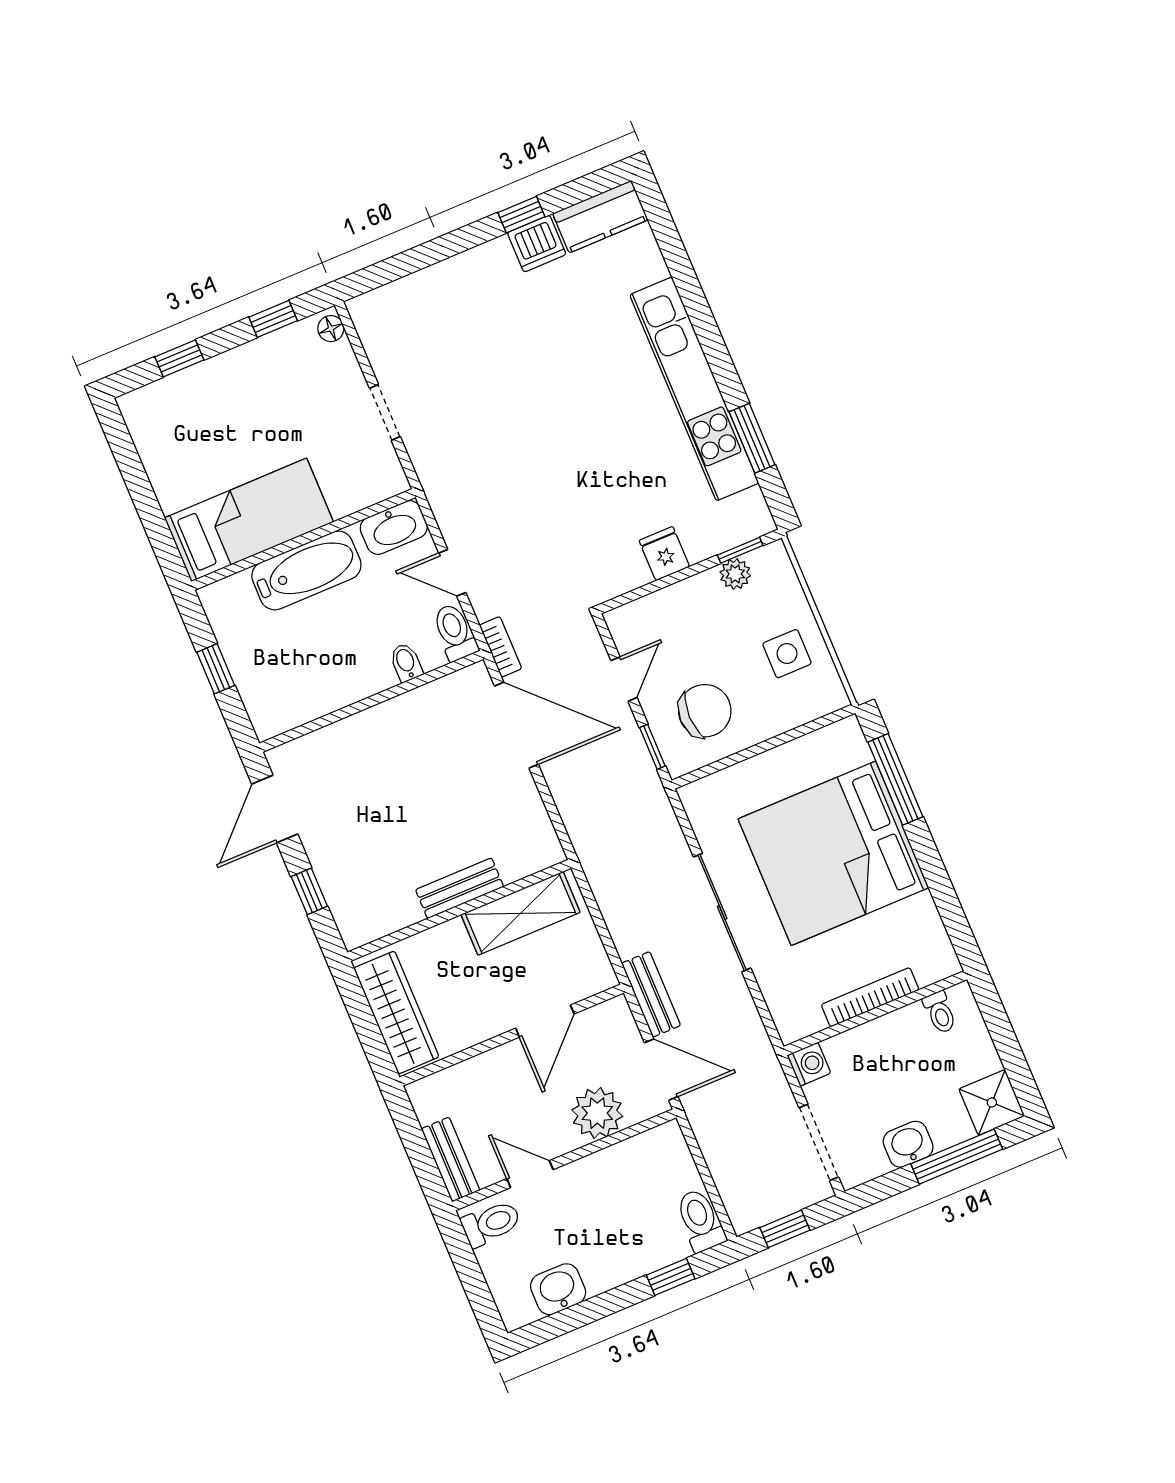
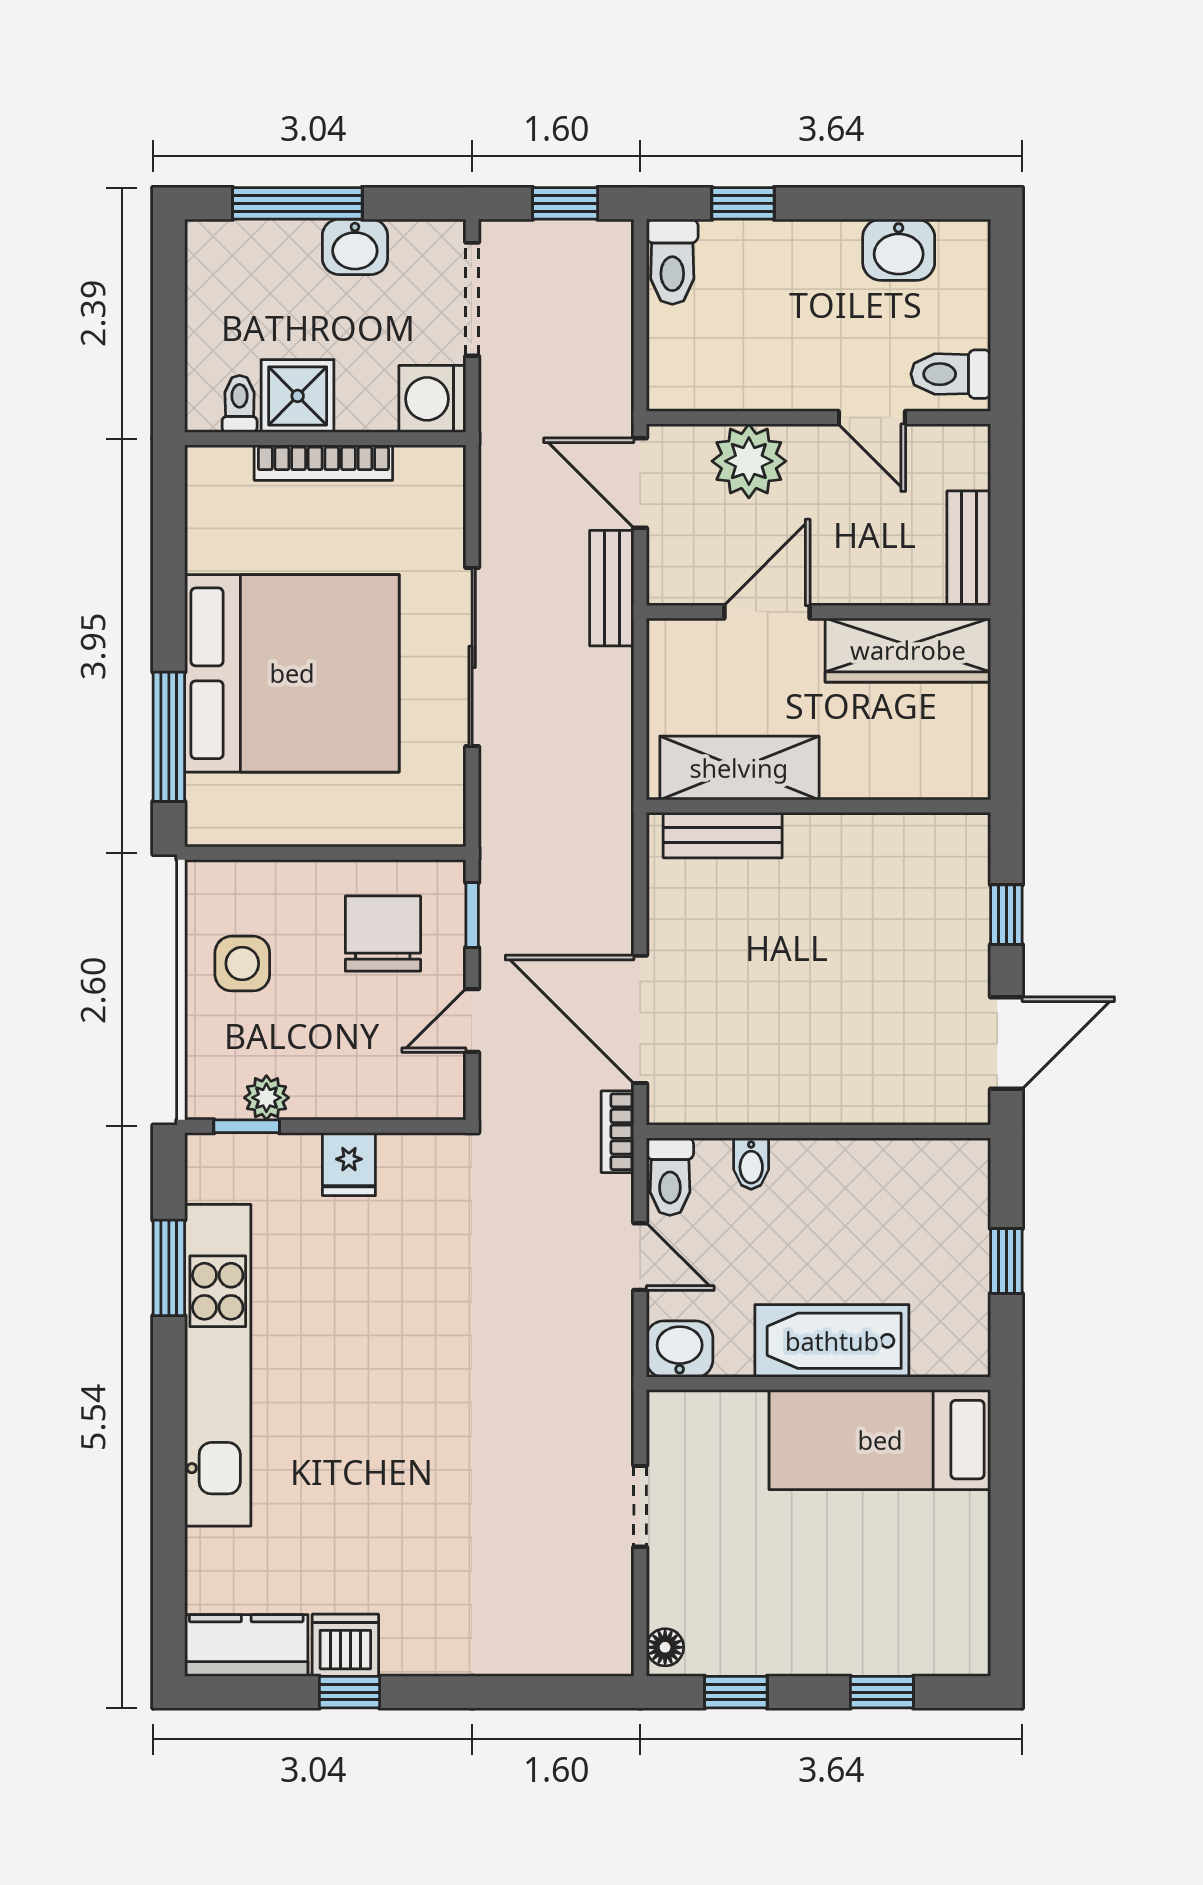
washbasin: (394, 527) -> (680, 1349), width x0.72
chair: (705, 711) -> (383, 934), turned 90
bench: (460, 888) -> (723, 835), moved
wardrobe: (396, 1012) -> (908, 650), moved, turned -90
washing machine: (809, 1064) -> (432, 399), width x1.38, depth x1.38
shower: (992, 1102) -> (298, 396), moved
bench: (451, 1160) -> (969, 548), moved

